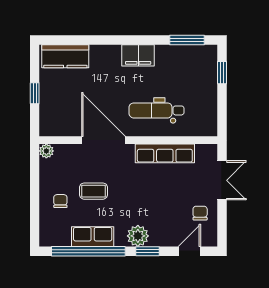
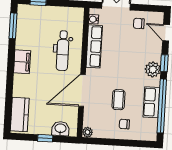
washbasin: (49, 114) -> (60, 129), added
water cooler: (202, 150) -> (94, 19), added

